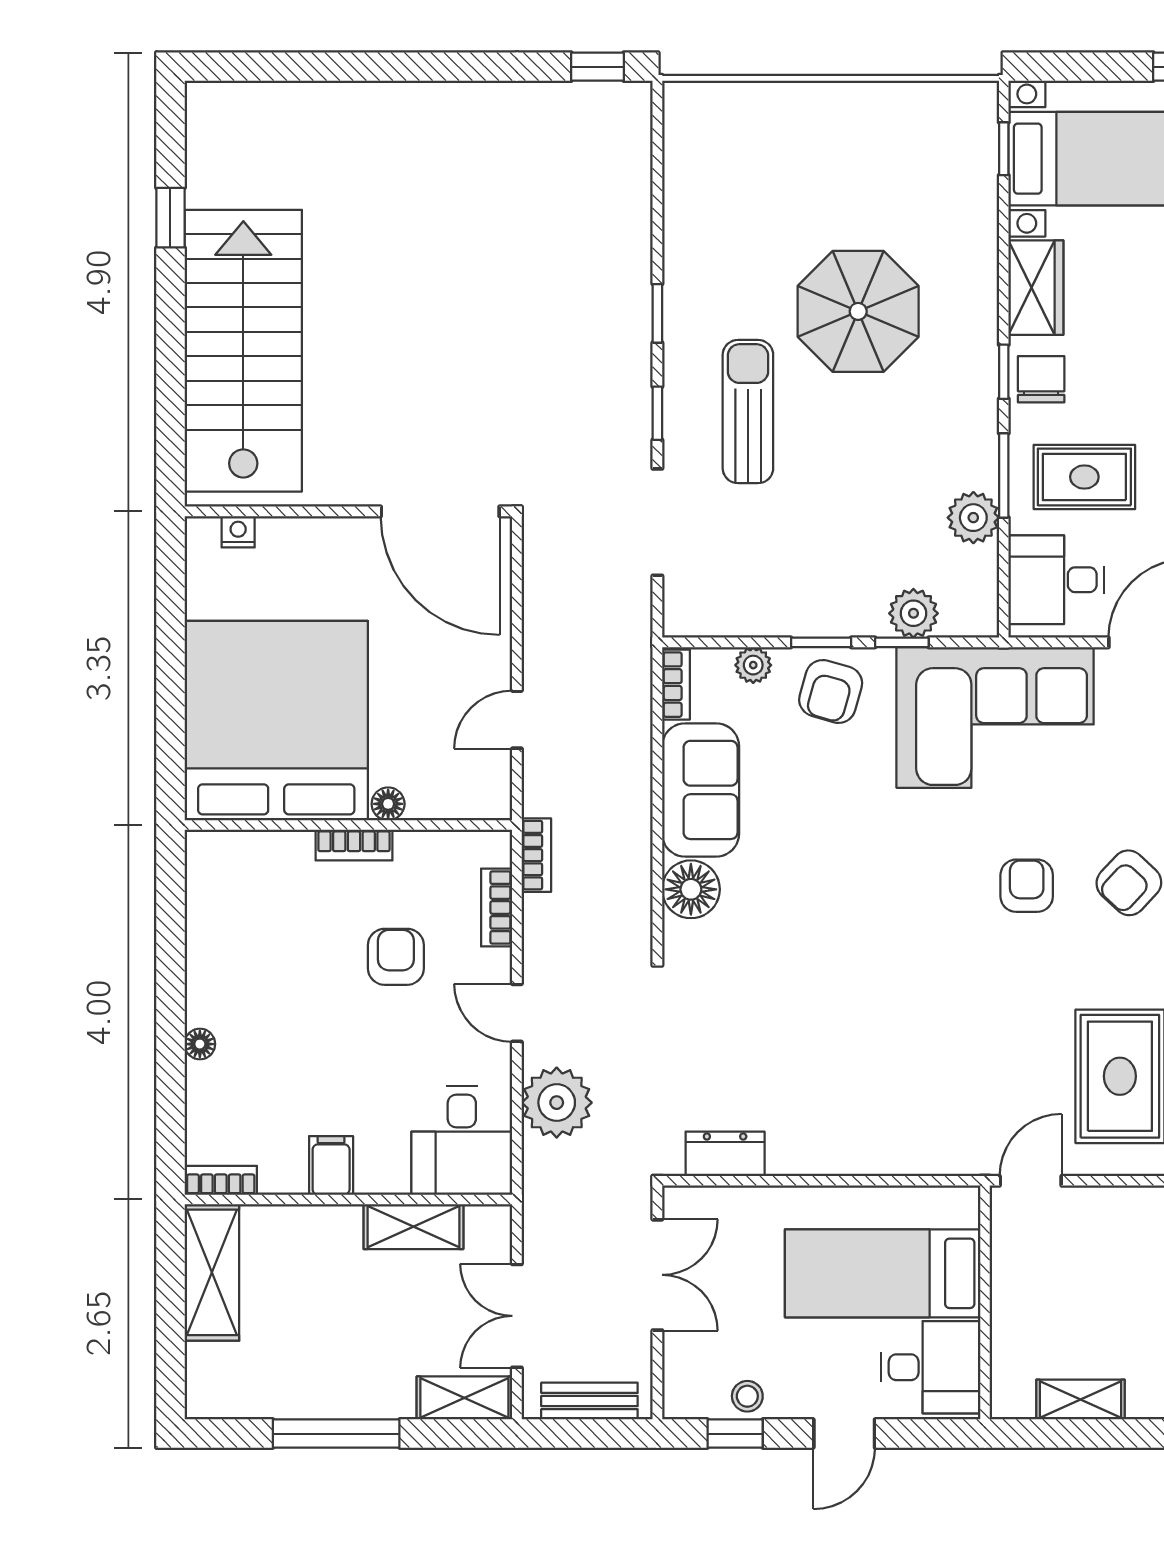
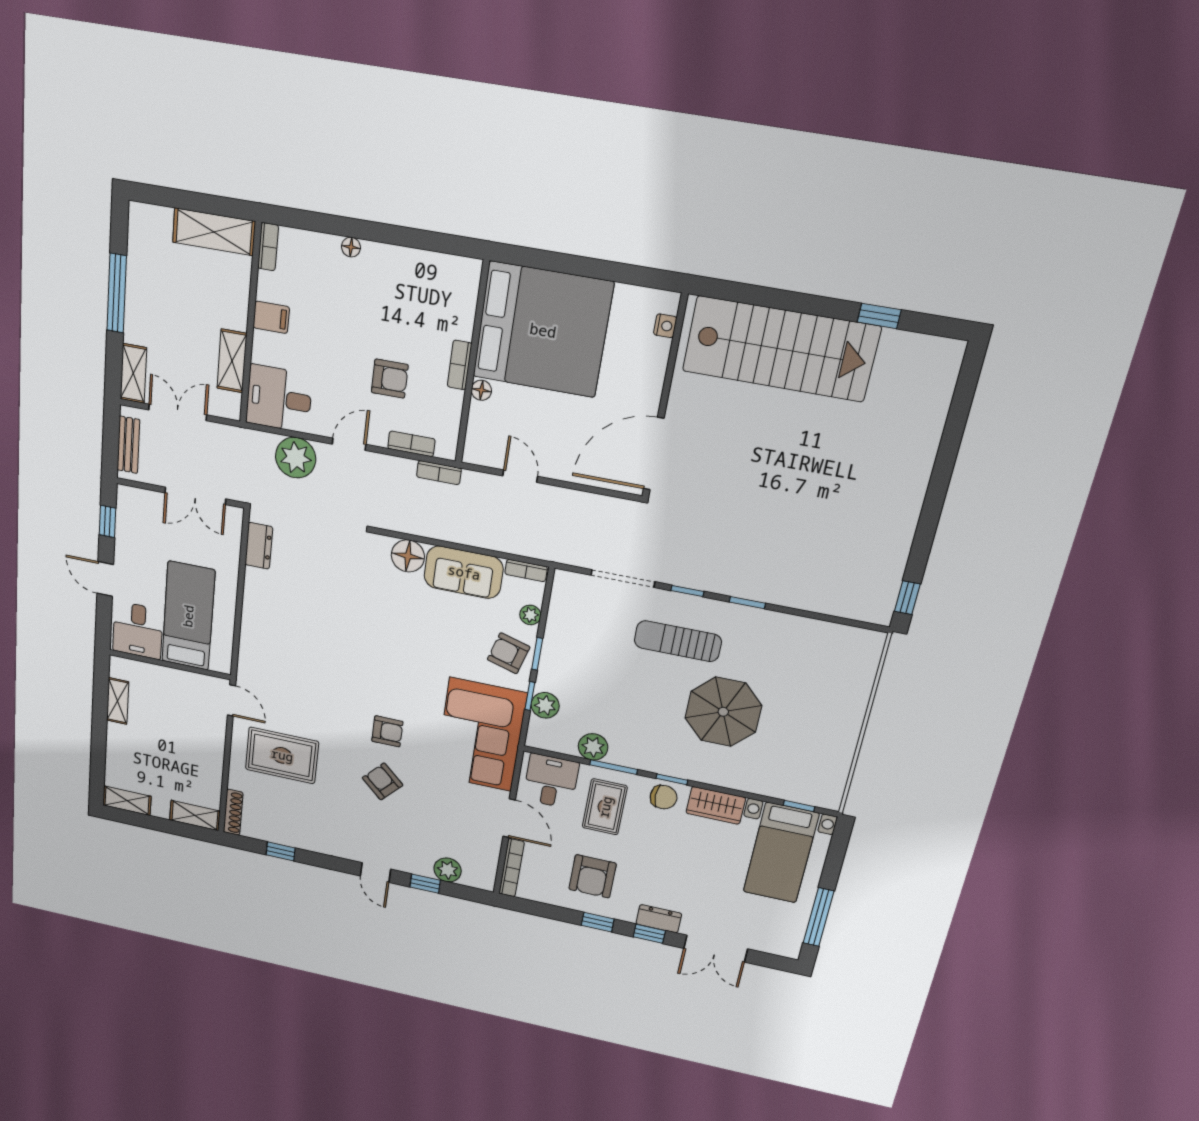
sun lounger: (748, 412) -> (678, 641), turned 180
stool: (747, 1396) -> (127, 532), removed

